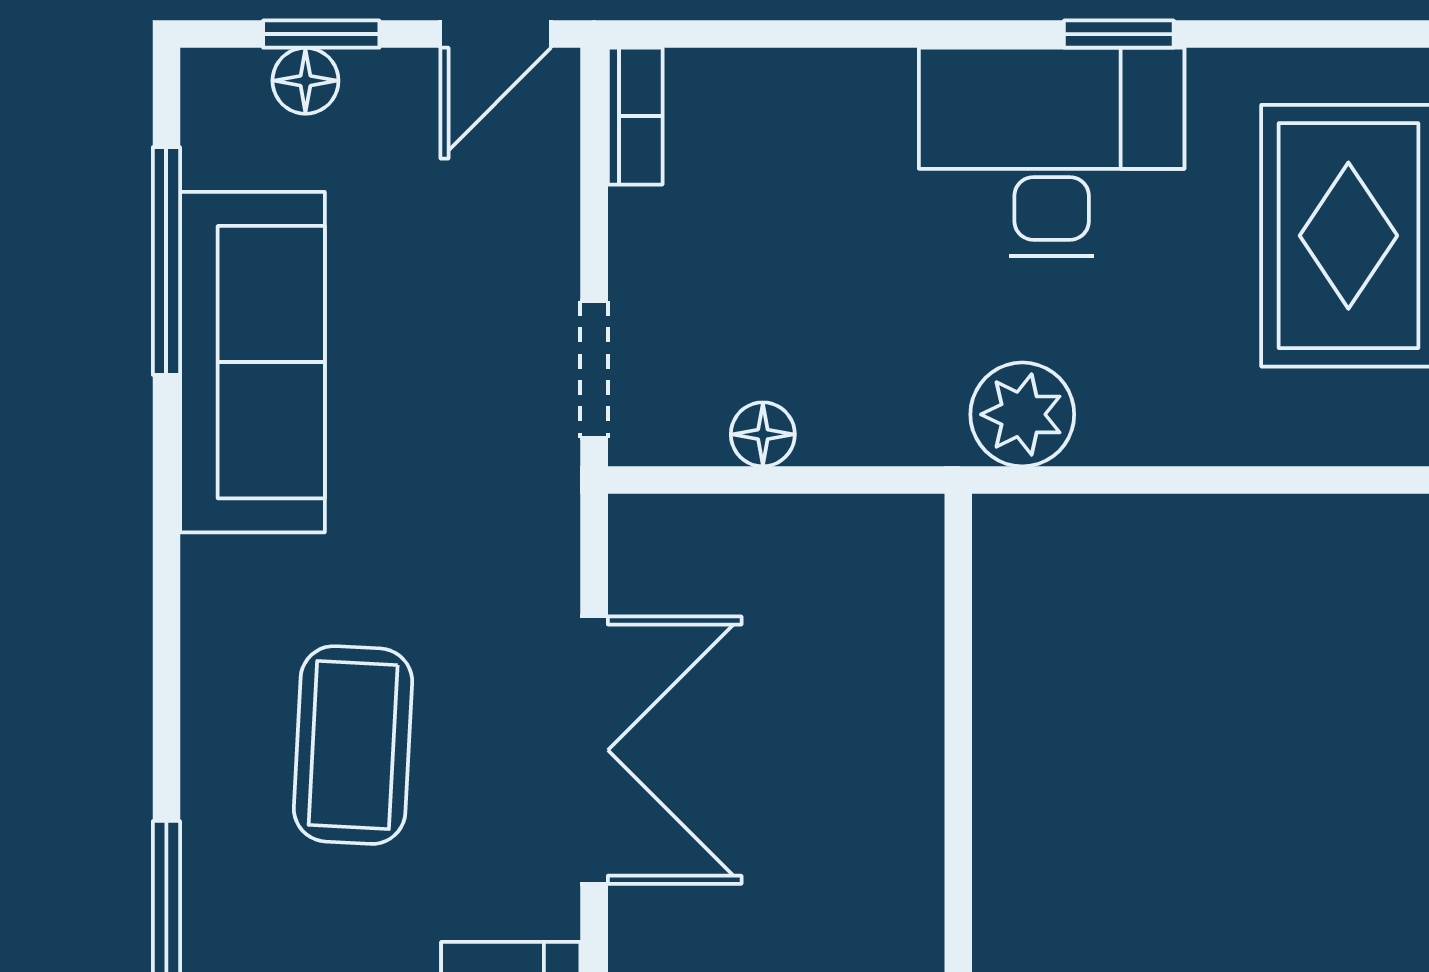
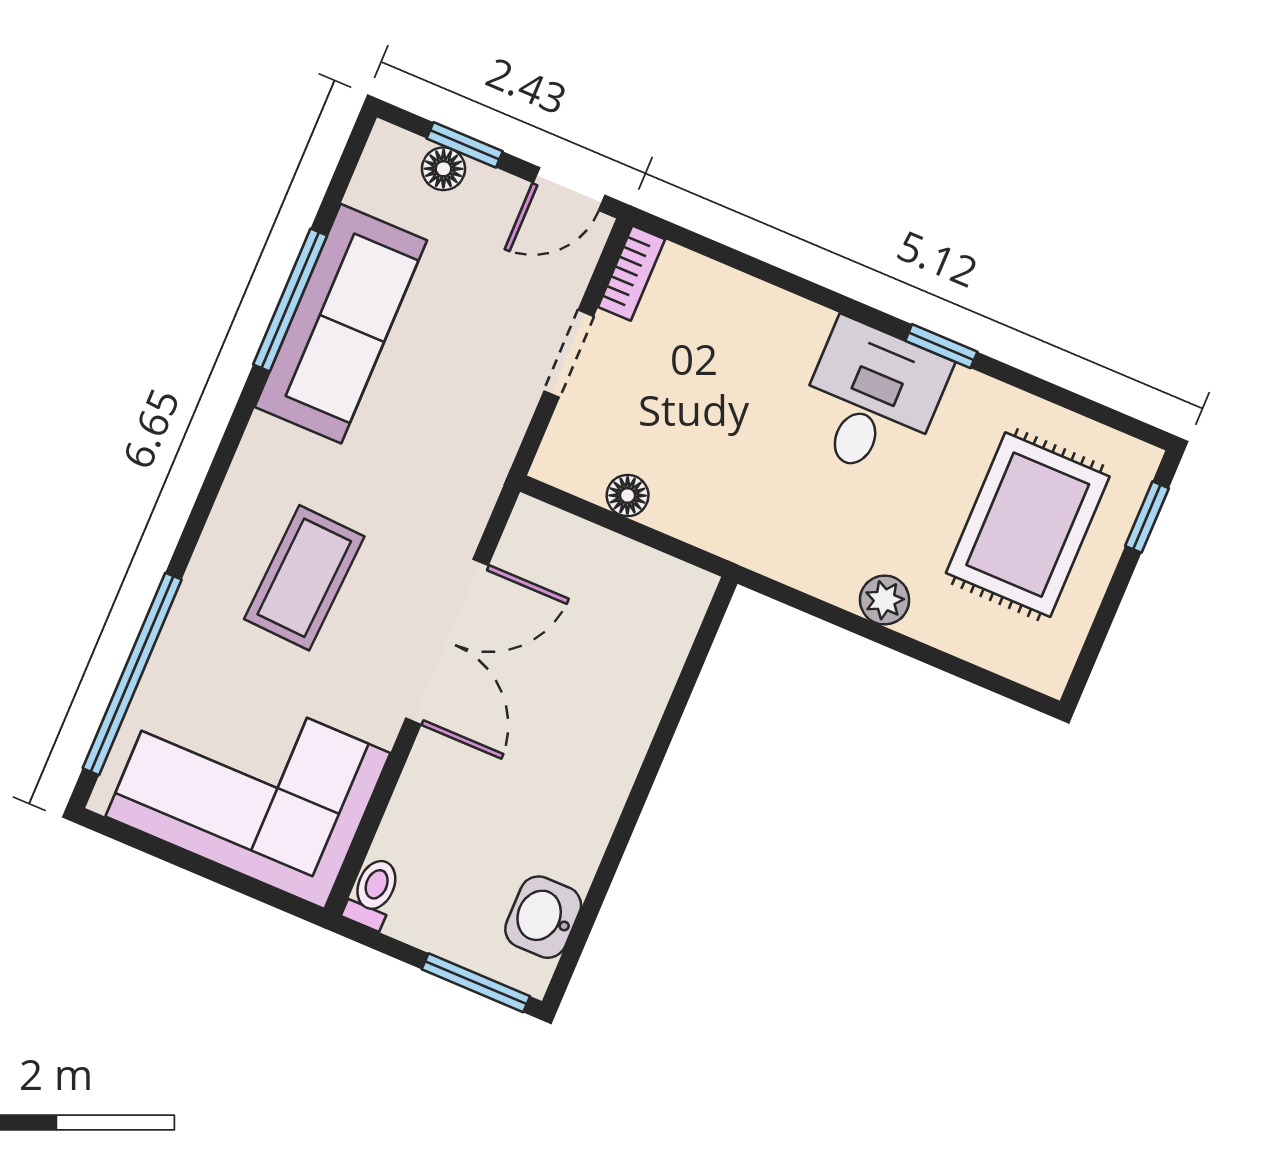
desk: (1052, 152) -> (871, 400), width x0.73
window: (166, 261) -> (290, 300), moved
doorway: (594, 370) -> (569, 354), moved
plant: (1022, 414) -> (885, 600), moved, width x0.73, depth x0.73

